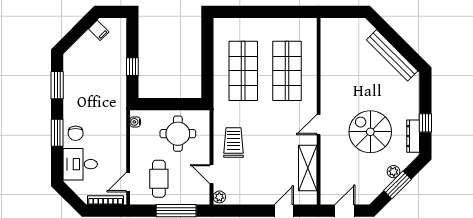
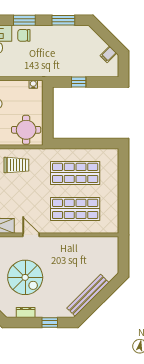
window: (425, 123) -> (50, 323), moved
spiral stairs: (370, 132) -> (25, 277), turned 90
round table: (178, 134) -> (26, 130), moved
dresser: (413, 136) -> (26, 313), width x0.70

